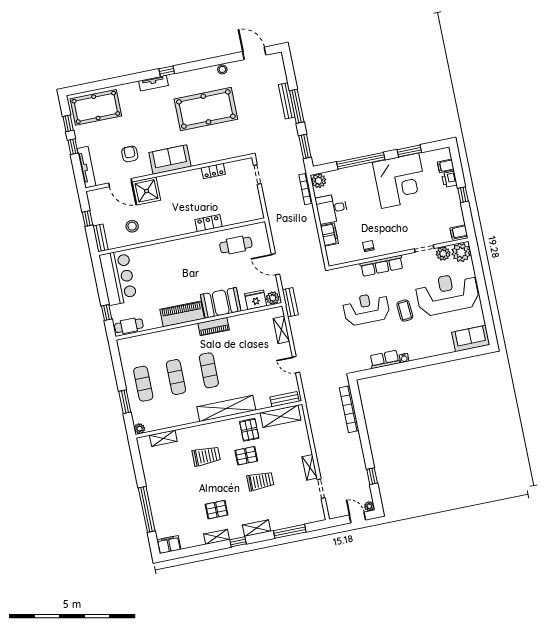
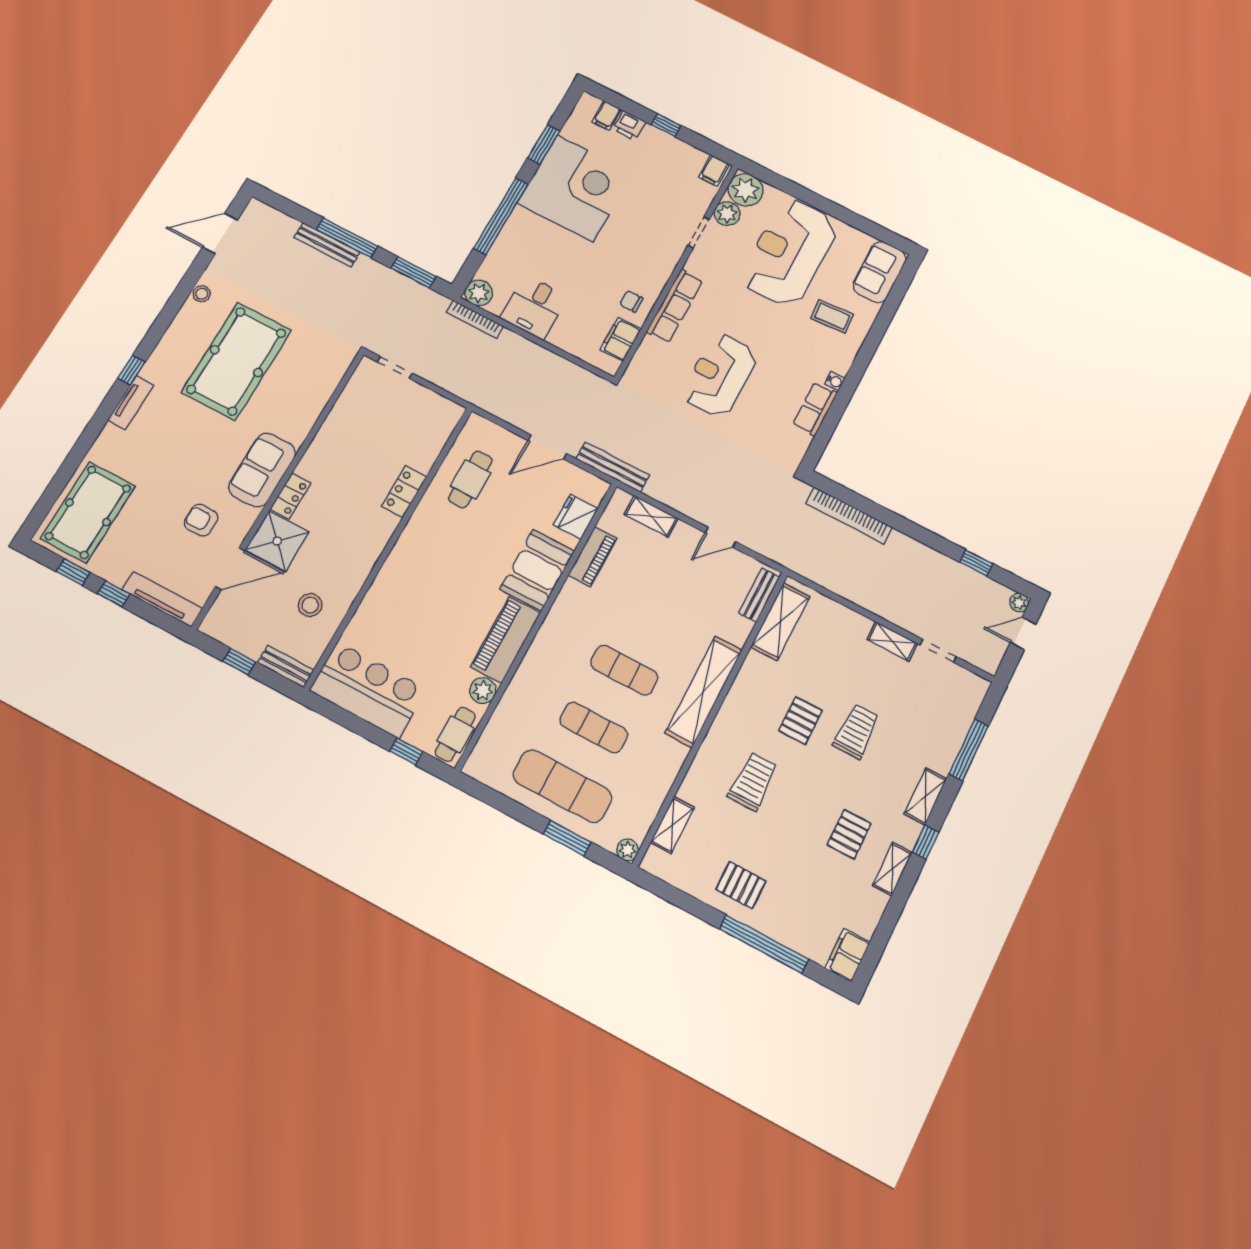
locker: (213, 171) -> (290, 496), moved
filing cabinet: (329, 235) -> (620, 339), moved, turned -90
plant: (273, 298) -> (483, 690), moved
bench: (290, 302) -> (612, 467), width x1.36
coffee table: (405, 311) -> (832, 316), moved
piano: (214, 327) -> (593, 557), moved
exercise mat: (143, 384) -> (562, 786), width x1.36, depth x1.45
pallet: (249, 430) -> (741, 885), moved

